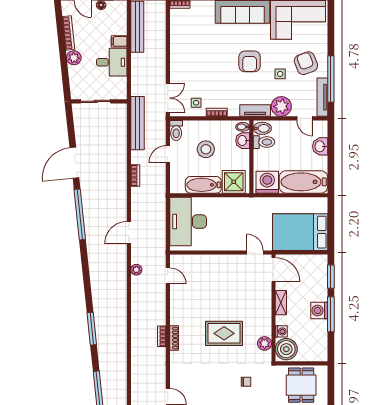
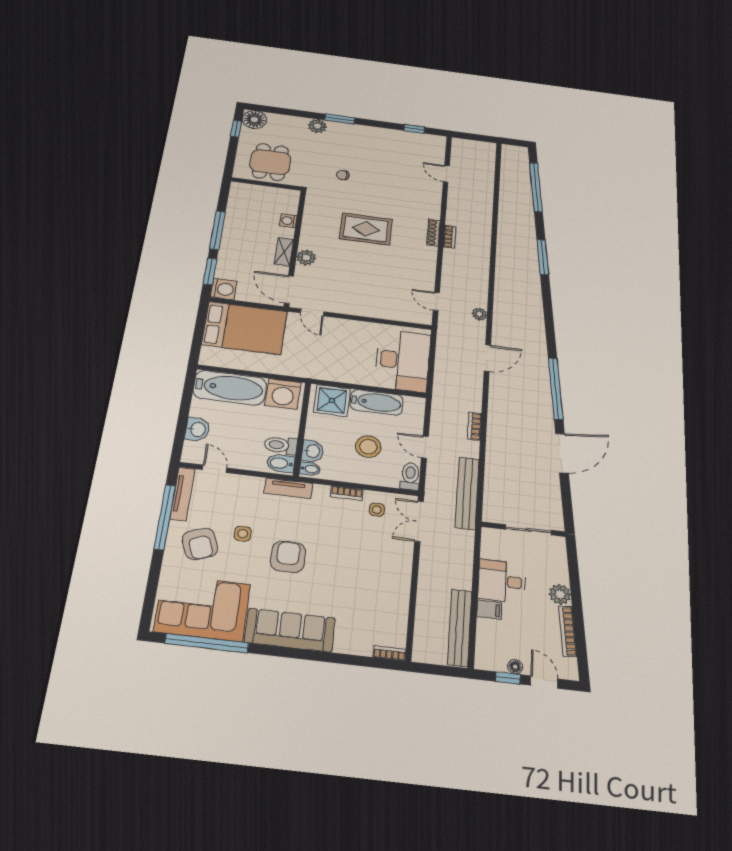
plant: (281, 106) -> (248, 489), removed
door: (168, 154) -> (425, 447), swing flipped
washing machine: (319, 311) -> (224, 289), moved
plant: (265, 343) -> (306, 258), moved
boiler: (286, 349) -> (284, 201), removed

